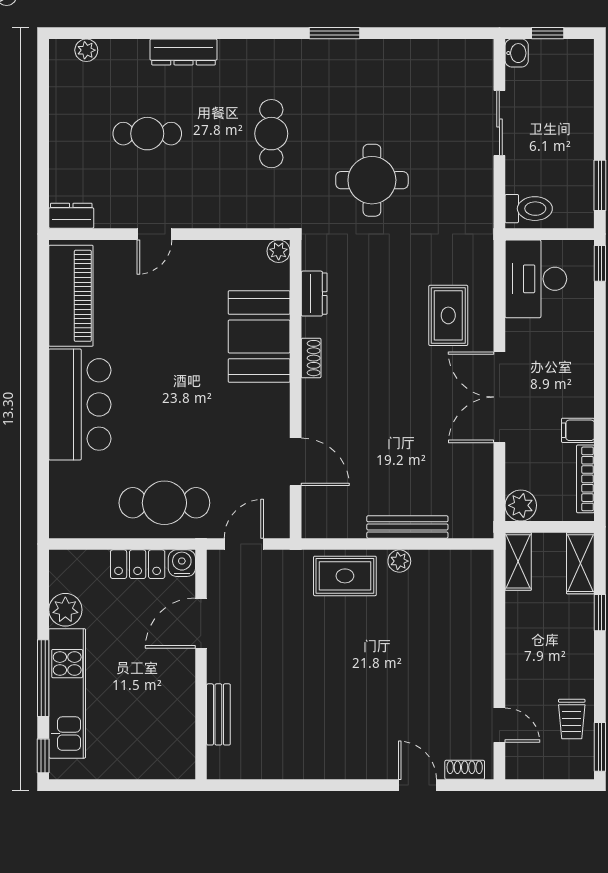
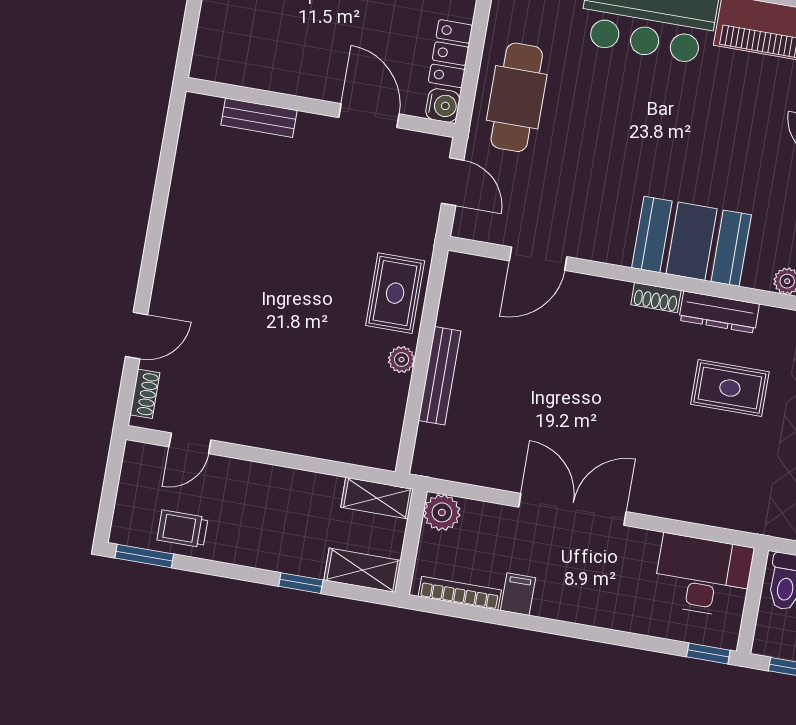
dresser: (314, 294) -> (719, 312), width x1.44
rug: (448, 315) -> (730, 388), moved

